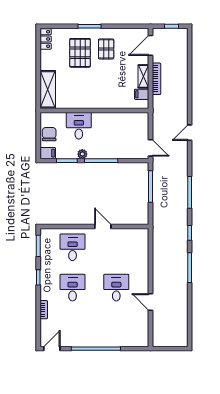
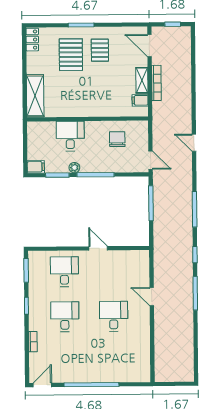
door: (151, 45) -> (150, 46), hinge flipped
door: (190, 133) -> (194, 143), hinge flipped
chair: (49, 134) -> (117, 139), moved
door: (151, 302) -> (152, 297), moved

